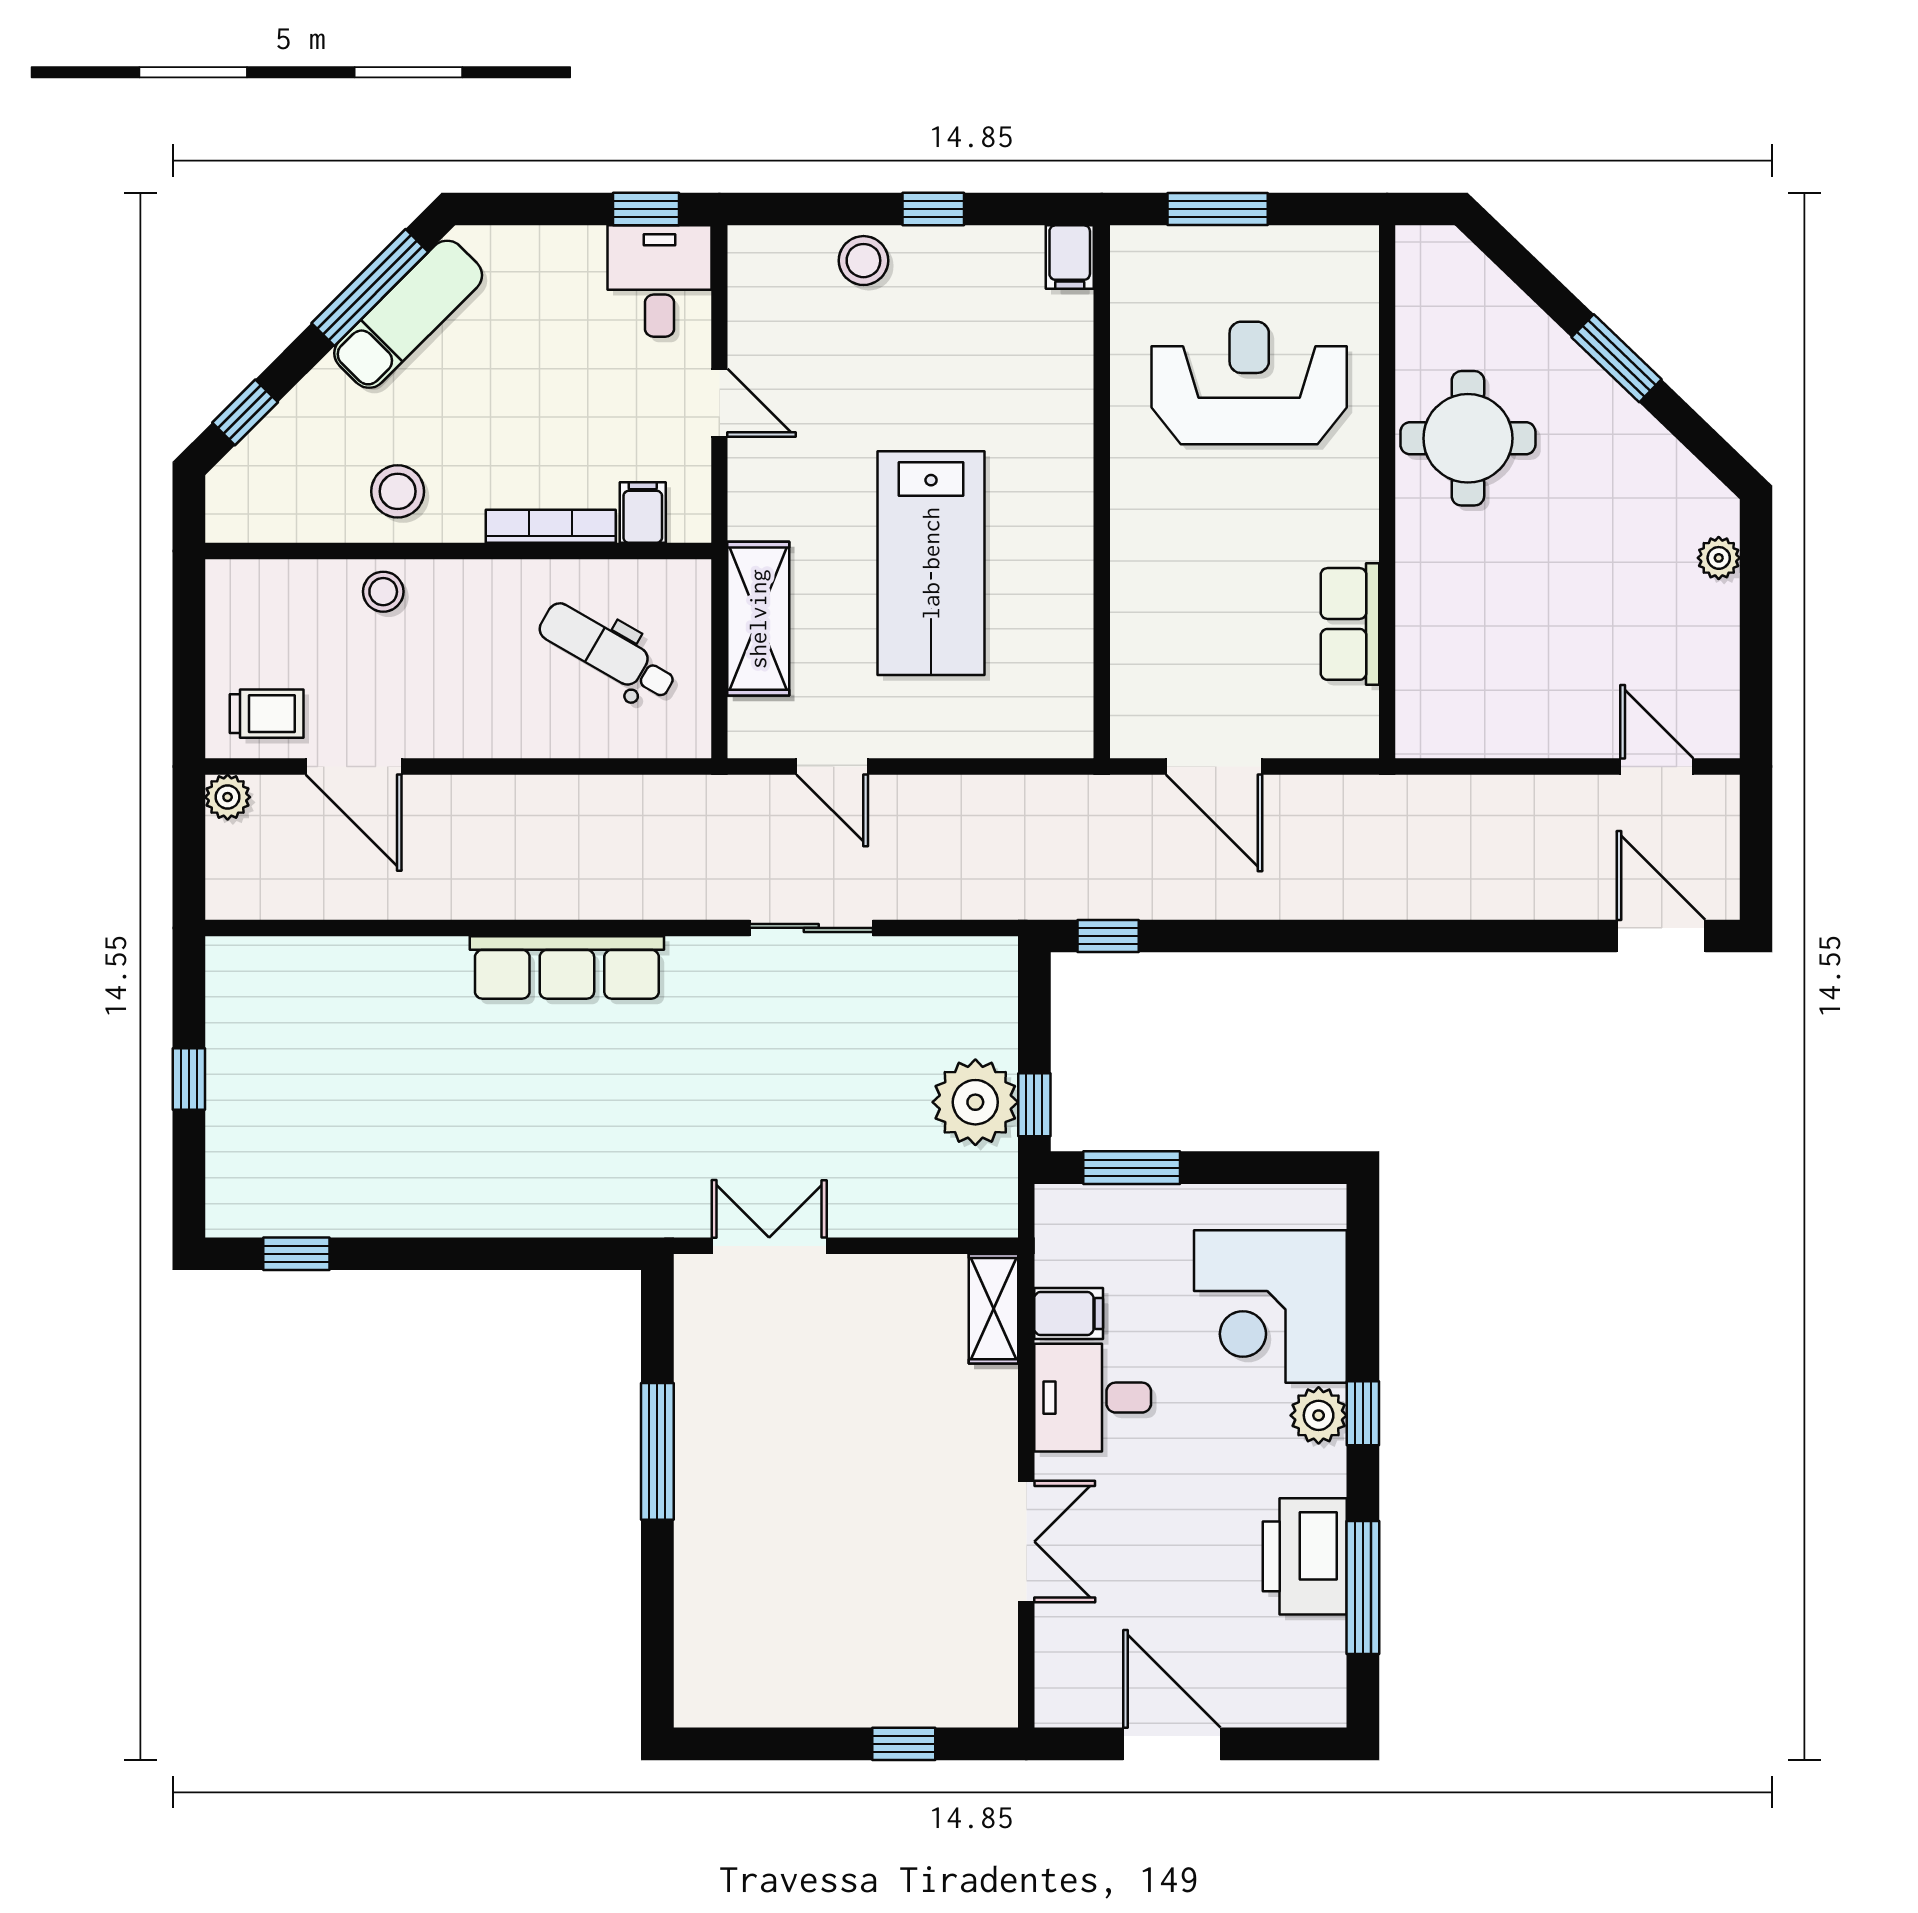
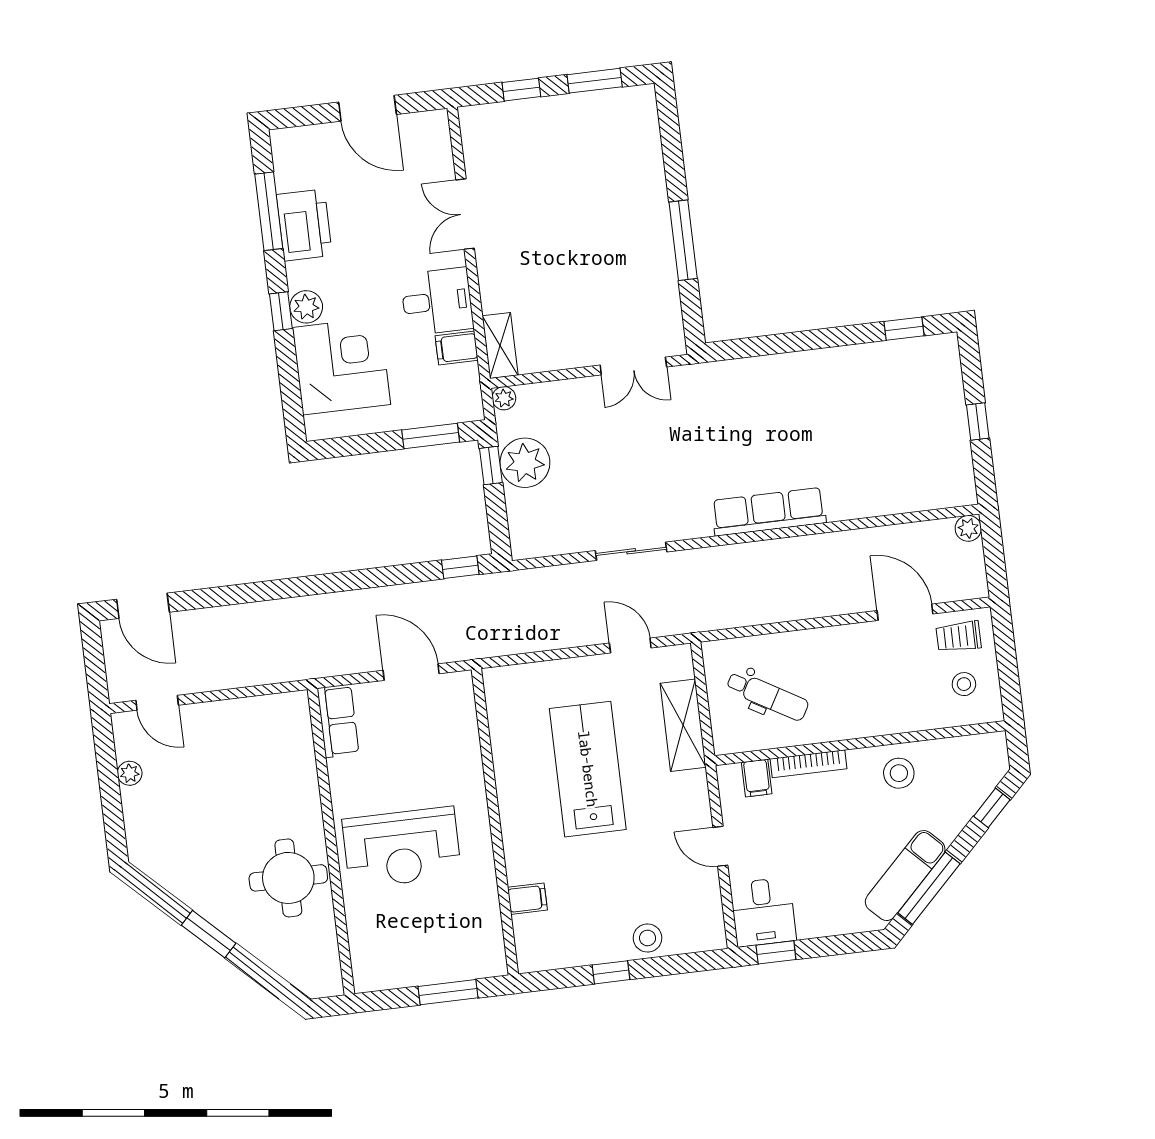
filing cabinet: (1070, 257) -> (527, 899), moved, turned 90
reception desk: (1249, 383) -> (402, 848), moved
plant: (1719, 558) -> (130, 773), moved
stool: (383, 592) -> (964, 684), moved
row of seats: (1350, 624) -> (338, 721), moved
plant: (228, 797) -> (968, 528), moved
plant: (998, 1217) -> (504, 398), added
window: (776, 1744) -> (595, 81), added

